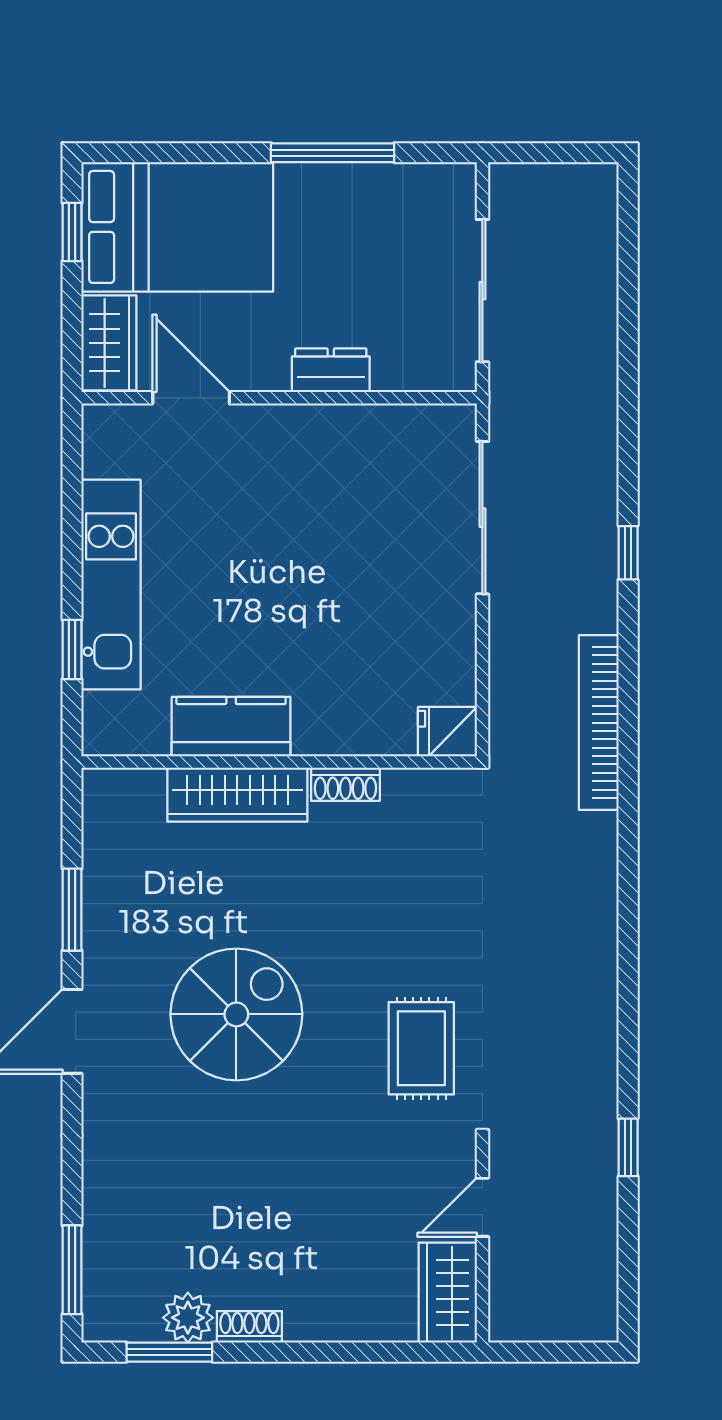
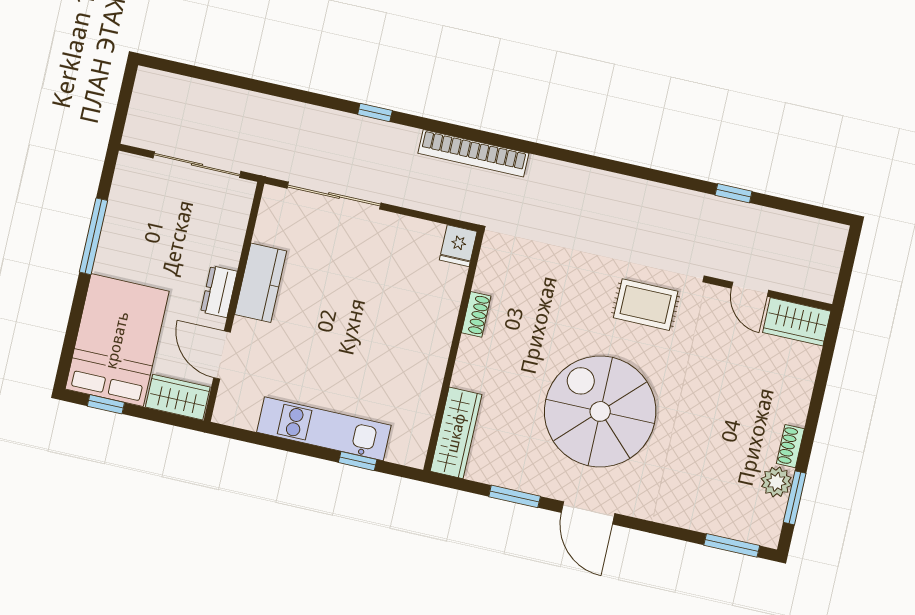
dresser: (331, 370) -> (219, 292), moved
door: (191, 398) -> (222, 355), hinge flipped
kitchen counter: (231, 727) -> (261, 283), moved, turned 180
wardrobe: (237, 795) -> (456, 433), moved
spiral stairs: (236, 1014) -> (600, 411), width x1.37, depth x1.37

